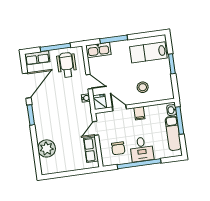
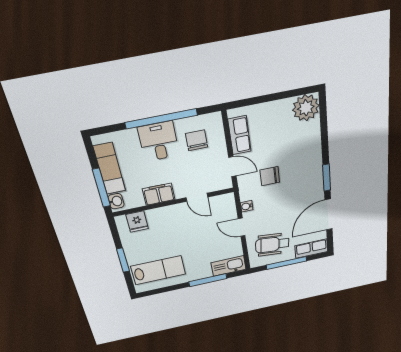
wheelchair: (67, 65) -> (272, 244), turned 96
stool: (143, 87) -> (163, 227), removed
fridge: (100, 102) -> (137, 222), moved
filing cabinet: (139, 113) -> (159, 194), width x2.00
chair: (70, 119) -> (270, 176), added
door: (96, 128) -> (232, 167), hinge flipped
plant: (47, 148) -> (306, 108), moved

